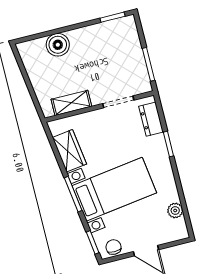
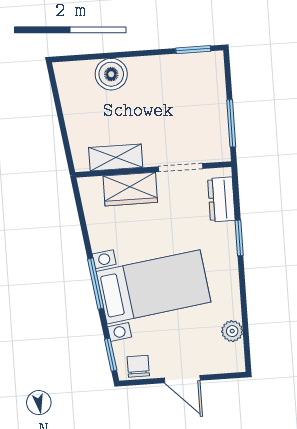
wardrobe: (69, 151) -> (130, 189), moved, turned 98

